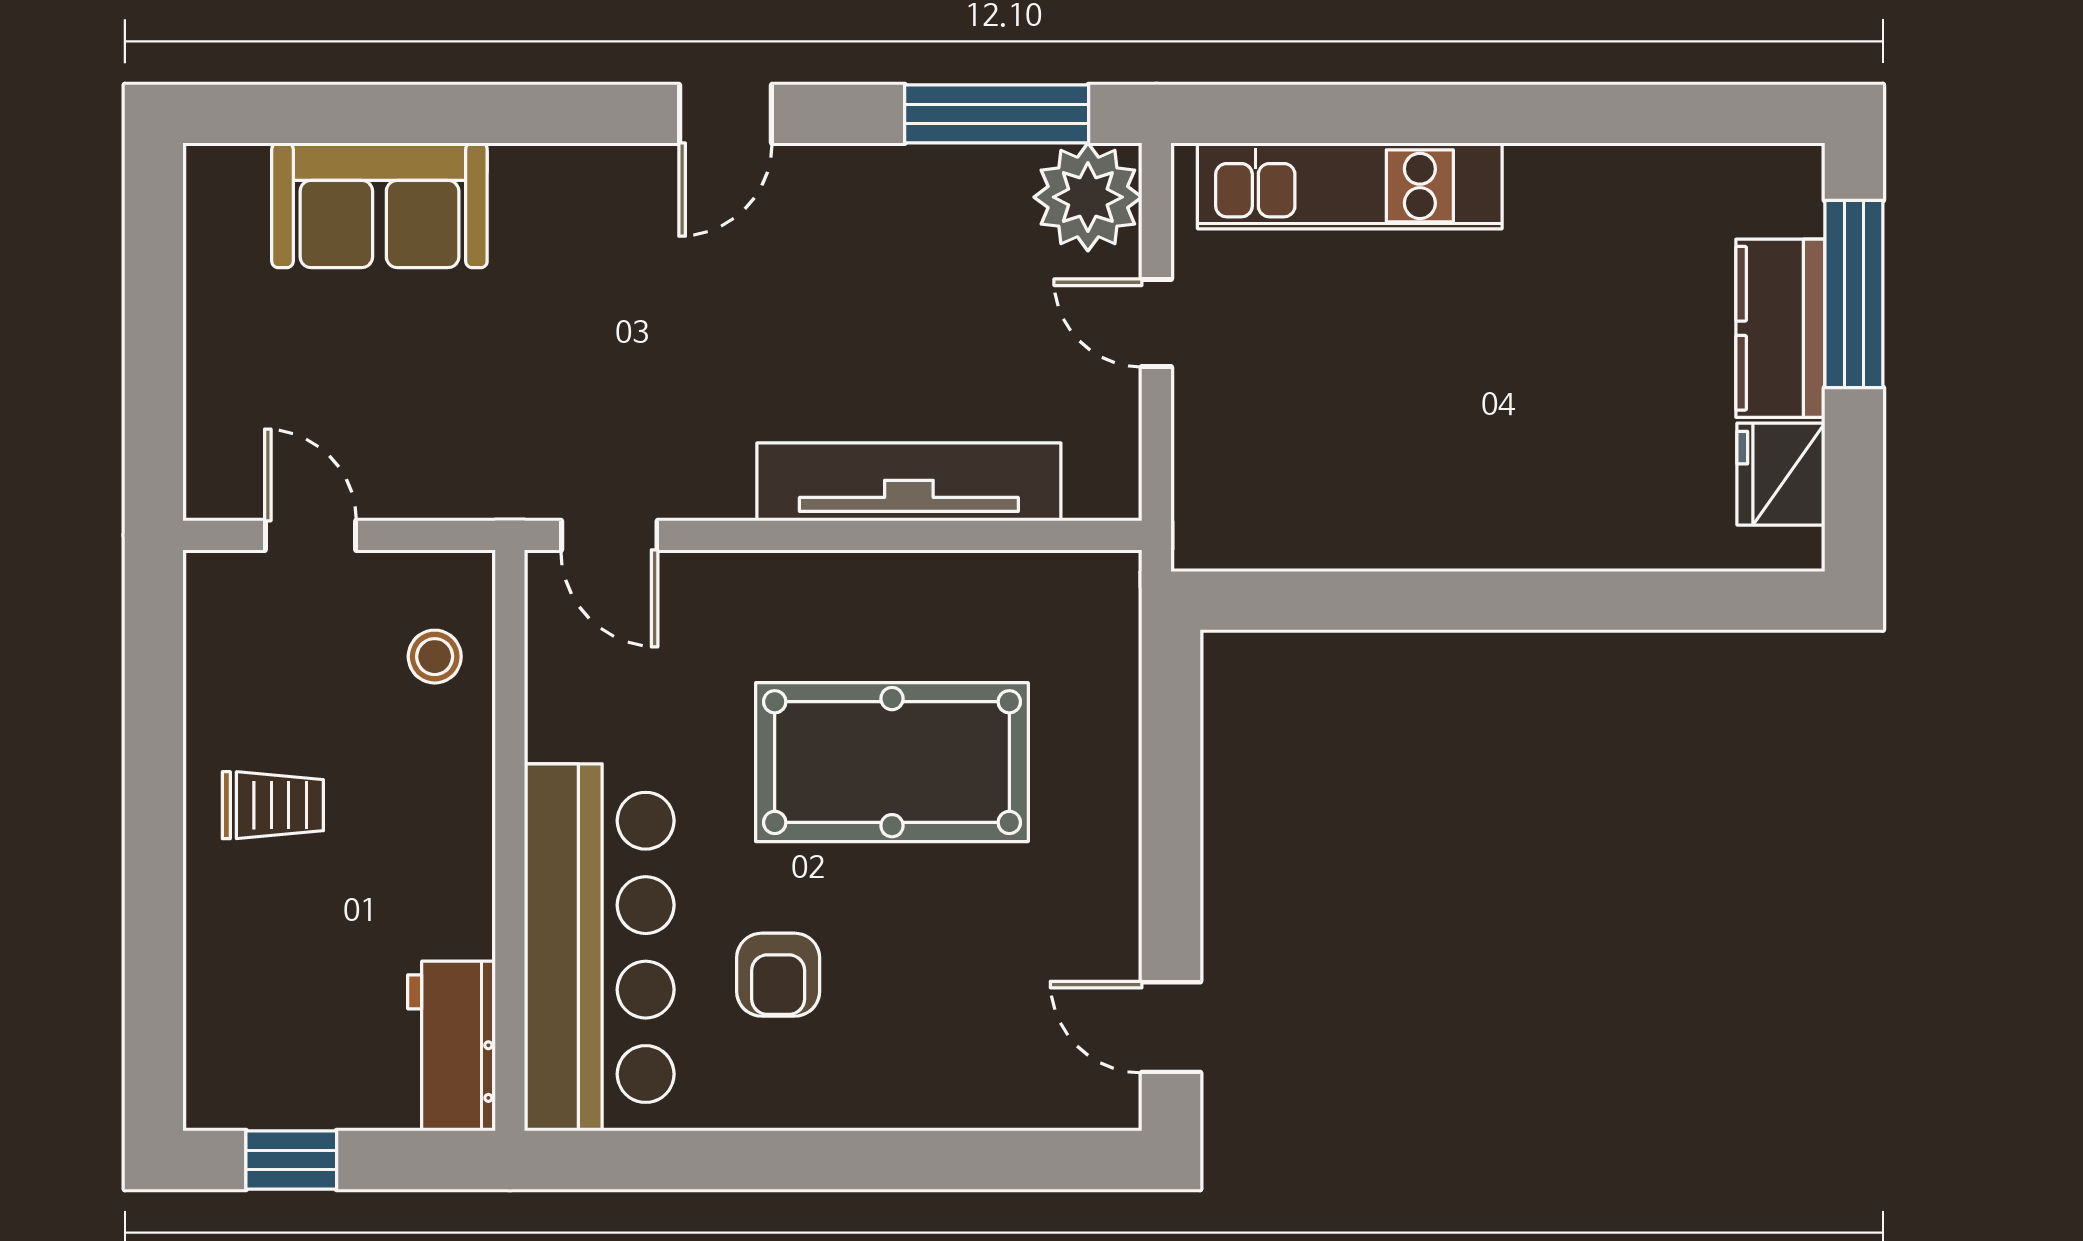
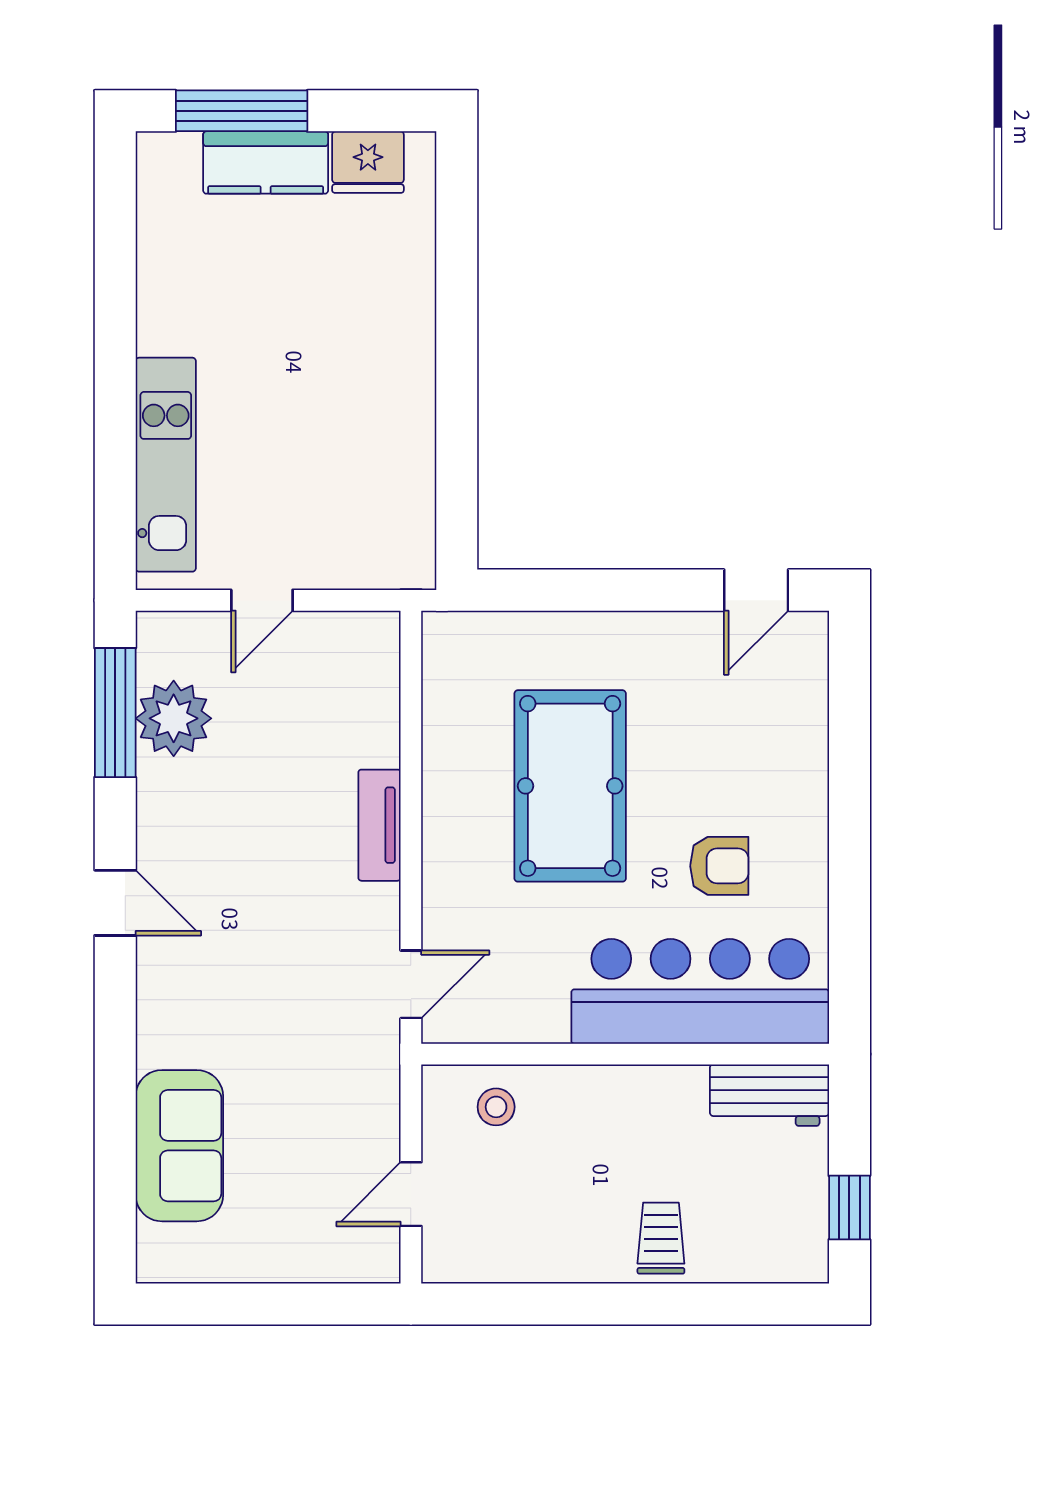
plant: (1088, 197) -> (174, 718), moved
tv unit: (909, 482) -> (380, 825), width x0.52, depth x0.78
trolley: (273, 805) -> (661, 1238), moved

